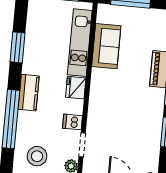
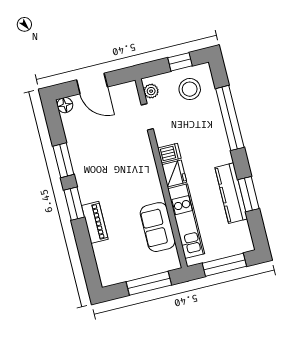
kitchen counter: (29, 93) -> (231, 193), moved, width x1.50
dishwasher: (72, 122) -> (169, 153), moved

